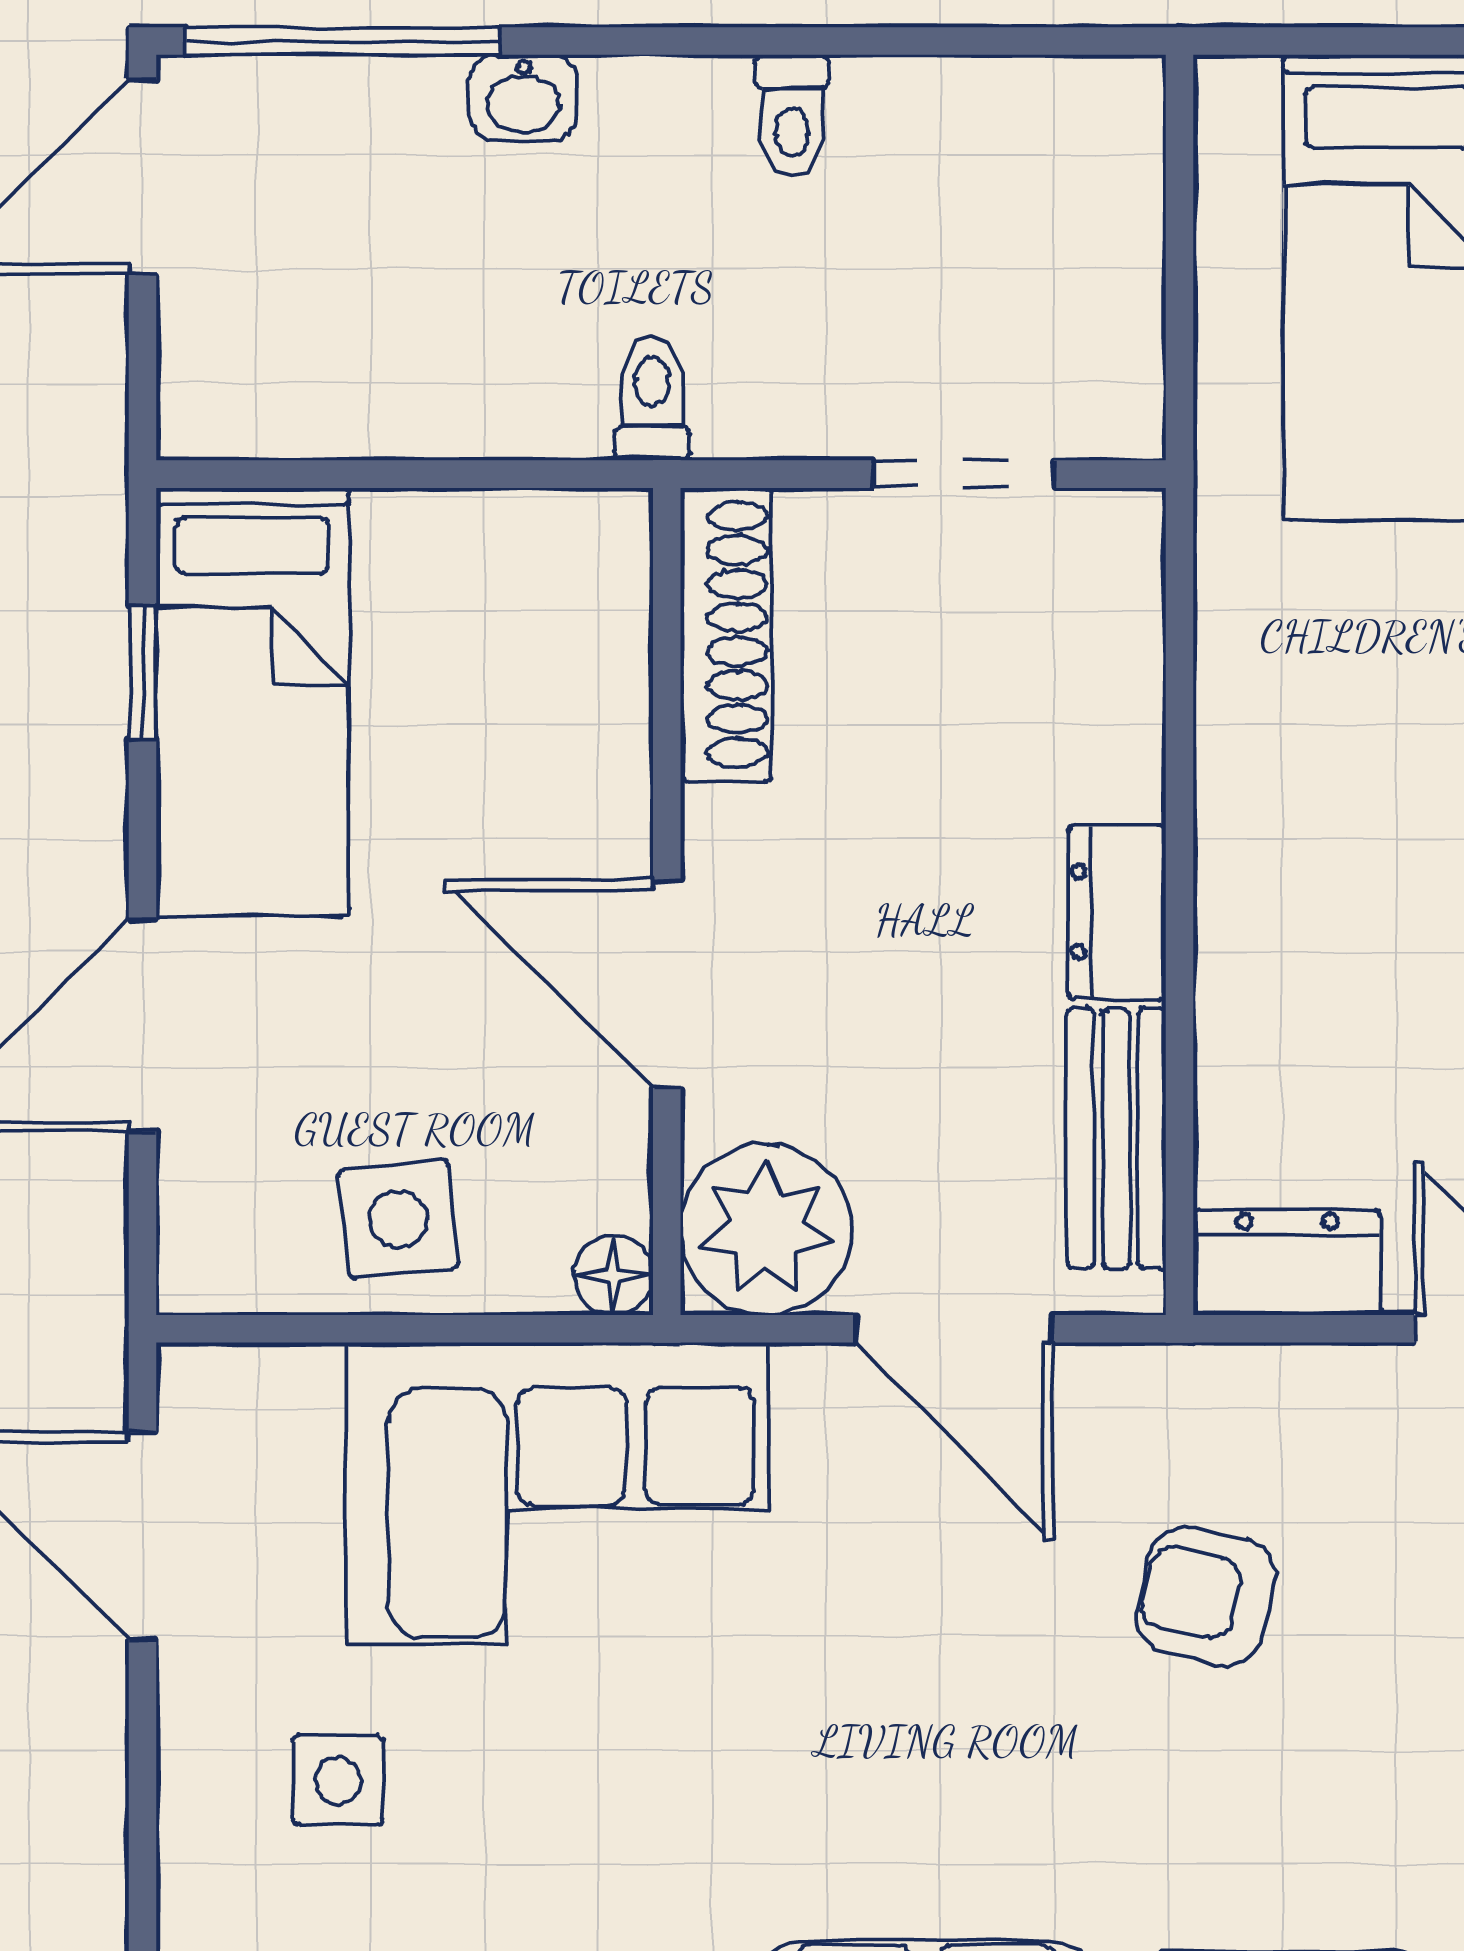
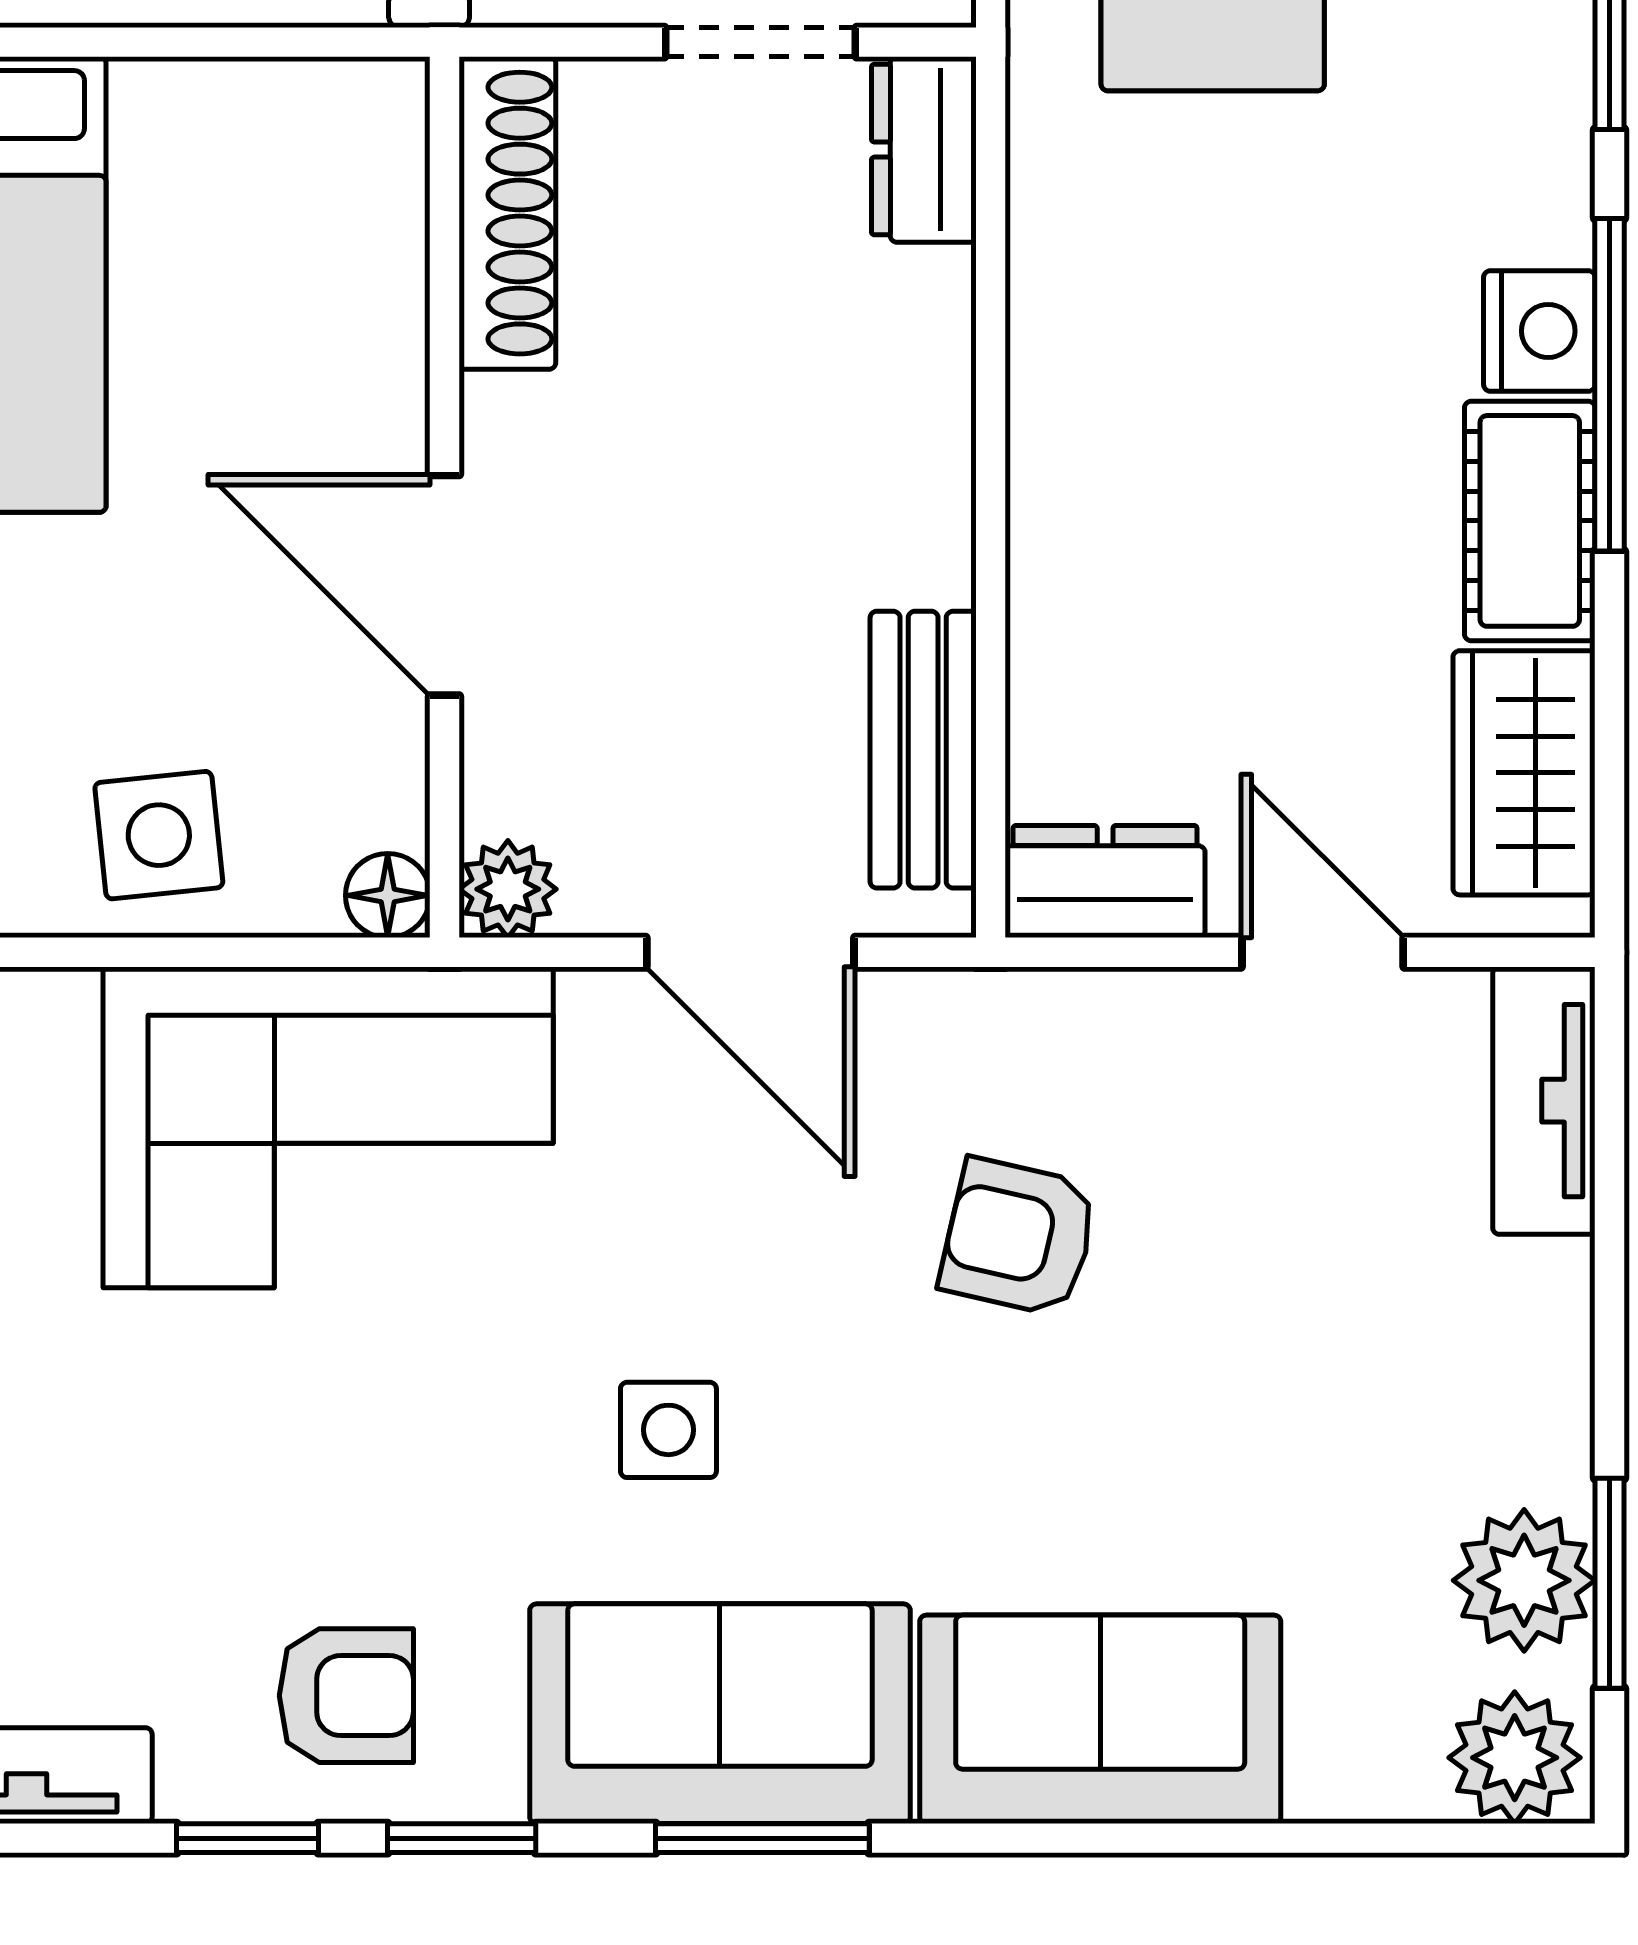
dresser: (1117, 912) -> (924, 150), moved
plant: (766, 1229) -> (508, 889), width x0.53, depth x0.53
side table: (338, 1780) -> (668, 1430), moved

